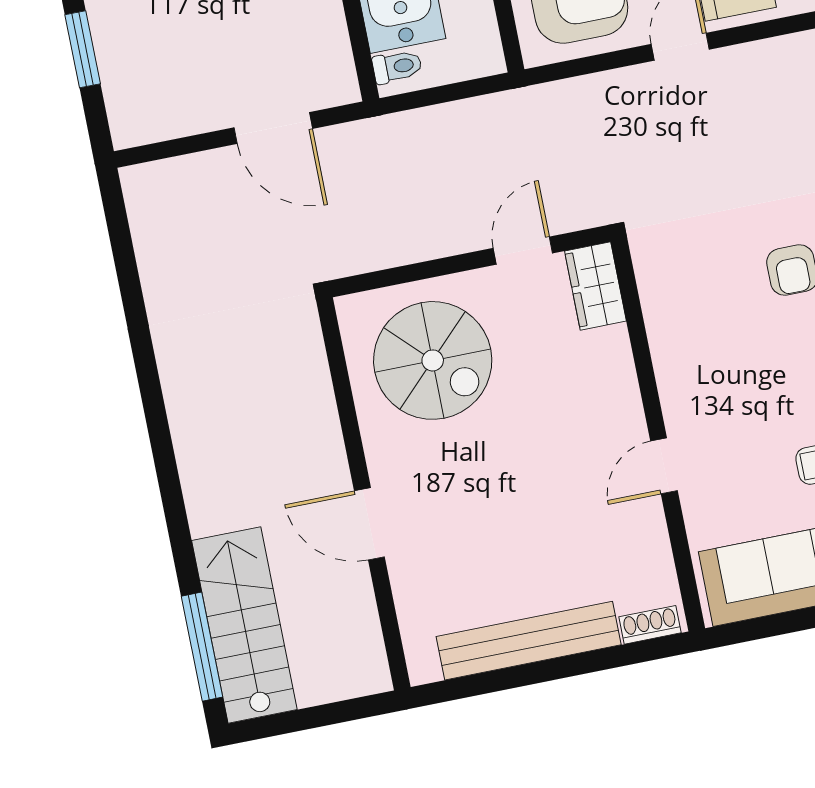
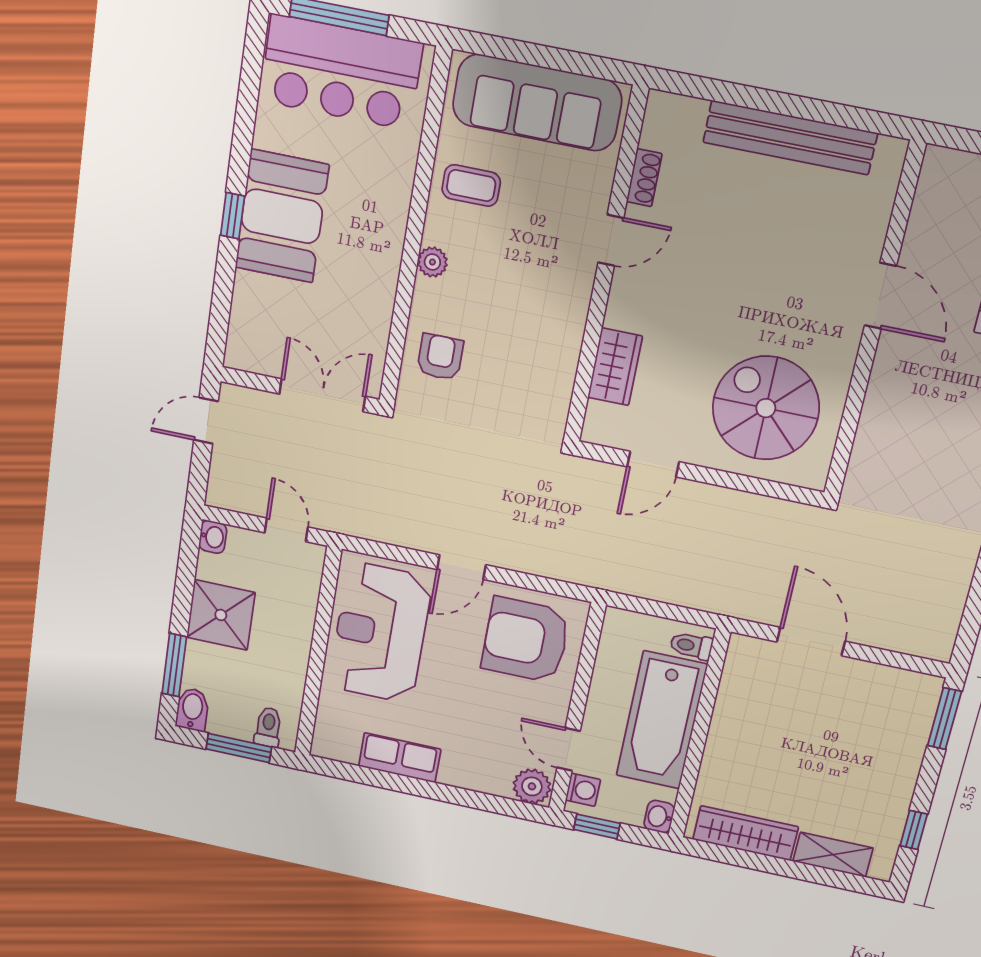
window: (83, 49) -> (944, 719), moved
wardrobe: (595, 286) -> (615, 367), moved
shoe rack: (650, 625) -> (644, 178), moved, turned -90

